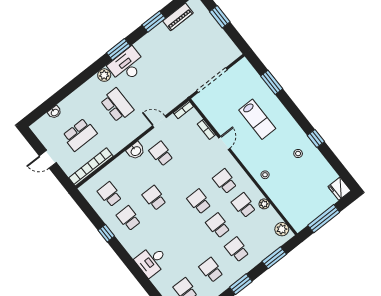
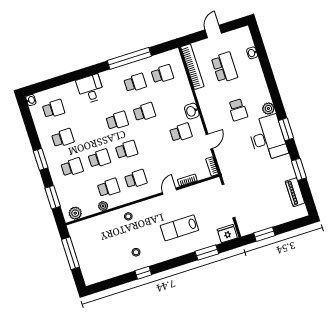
window: (220, 17) -> (264, 234), moved
desk: (127, 65) -> (268, 138), width x1.36, depth x1.30
school desk: (117, 105) -> (238, 110), width x0.54
school desk: (80, 135) -> (224, 67), turned 180
door: (224, 143) -> (169, 191), swing flipped
fridge: (339, 189) -> (227, 234), moved
school desk: (173, 222) -> (117, 121), added
window: (106, 233) -> (129, 58), width x3.17

